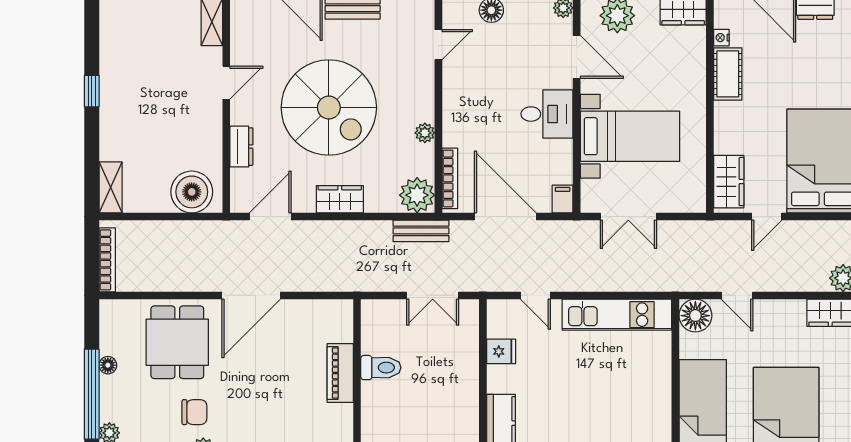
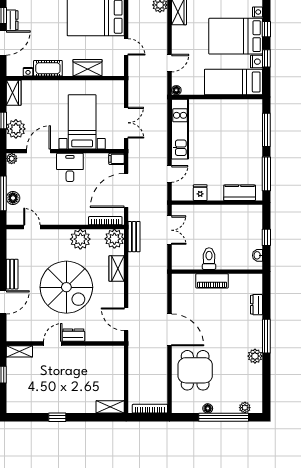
door: (226, 83) -> (53, 343), hinge flipped
spiral stairs: (329, 108) -> (66, 287), turned 90
plant: (425, 133) -> (80, 239), width x1.87, depth x1.87
dresser: (241, 147) -> (73, 335), moved
wardrobe: (729, 182) -> (87, 68), moved
boiler: (192, 192) -> (113, 362), removed
wardrobe: (340, 199) -> (117, 269), moved
floor lamp: (695, 316) -> (176, 90), width x0.53, depth x0.53
dining table: (177, 342) -> (195, 370), turned 90
chair: (194, 412) -> (234, 361), removed

